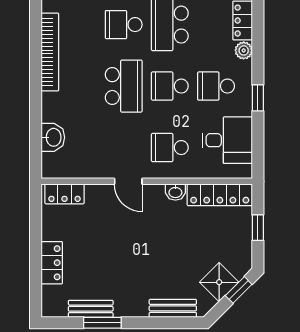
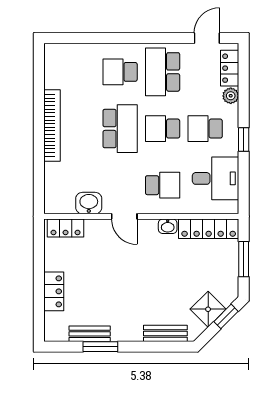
bookcase: (50, 52) -> (52, 125), moved
washbasin: (53, 137) -> (89, 203), moved, turned -90
school desk: (170, 148) -> (163, 185), turned 180
window: (258, 228) -> (244, 259), width x1.50

